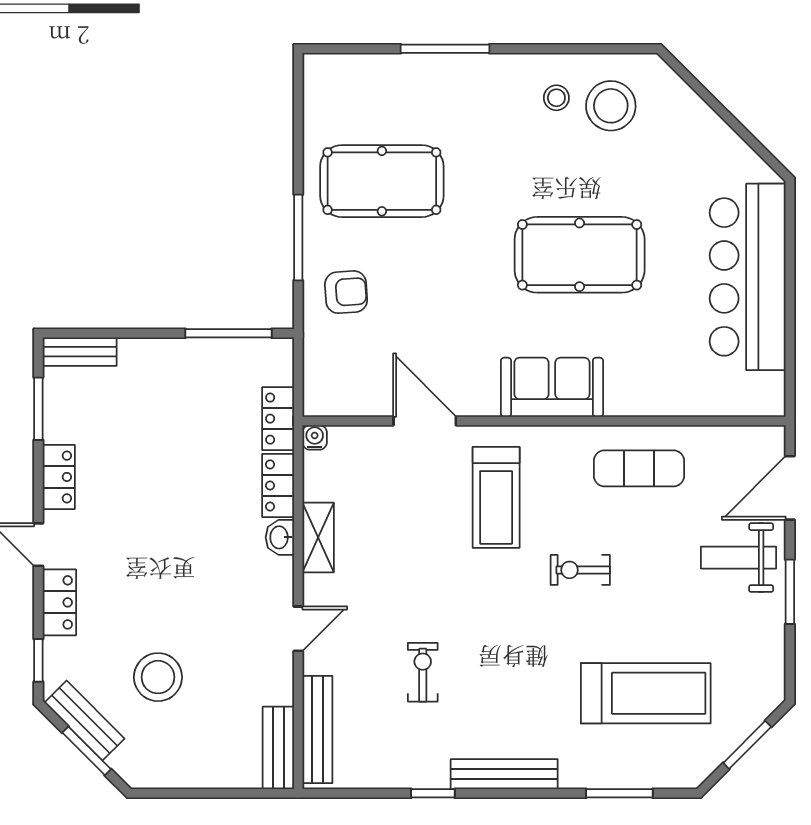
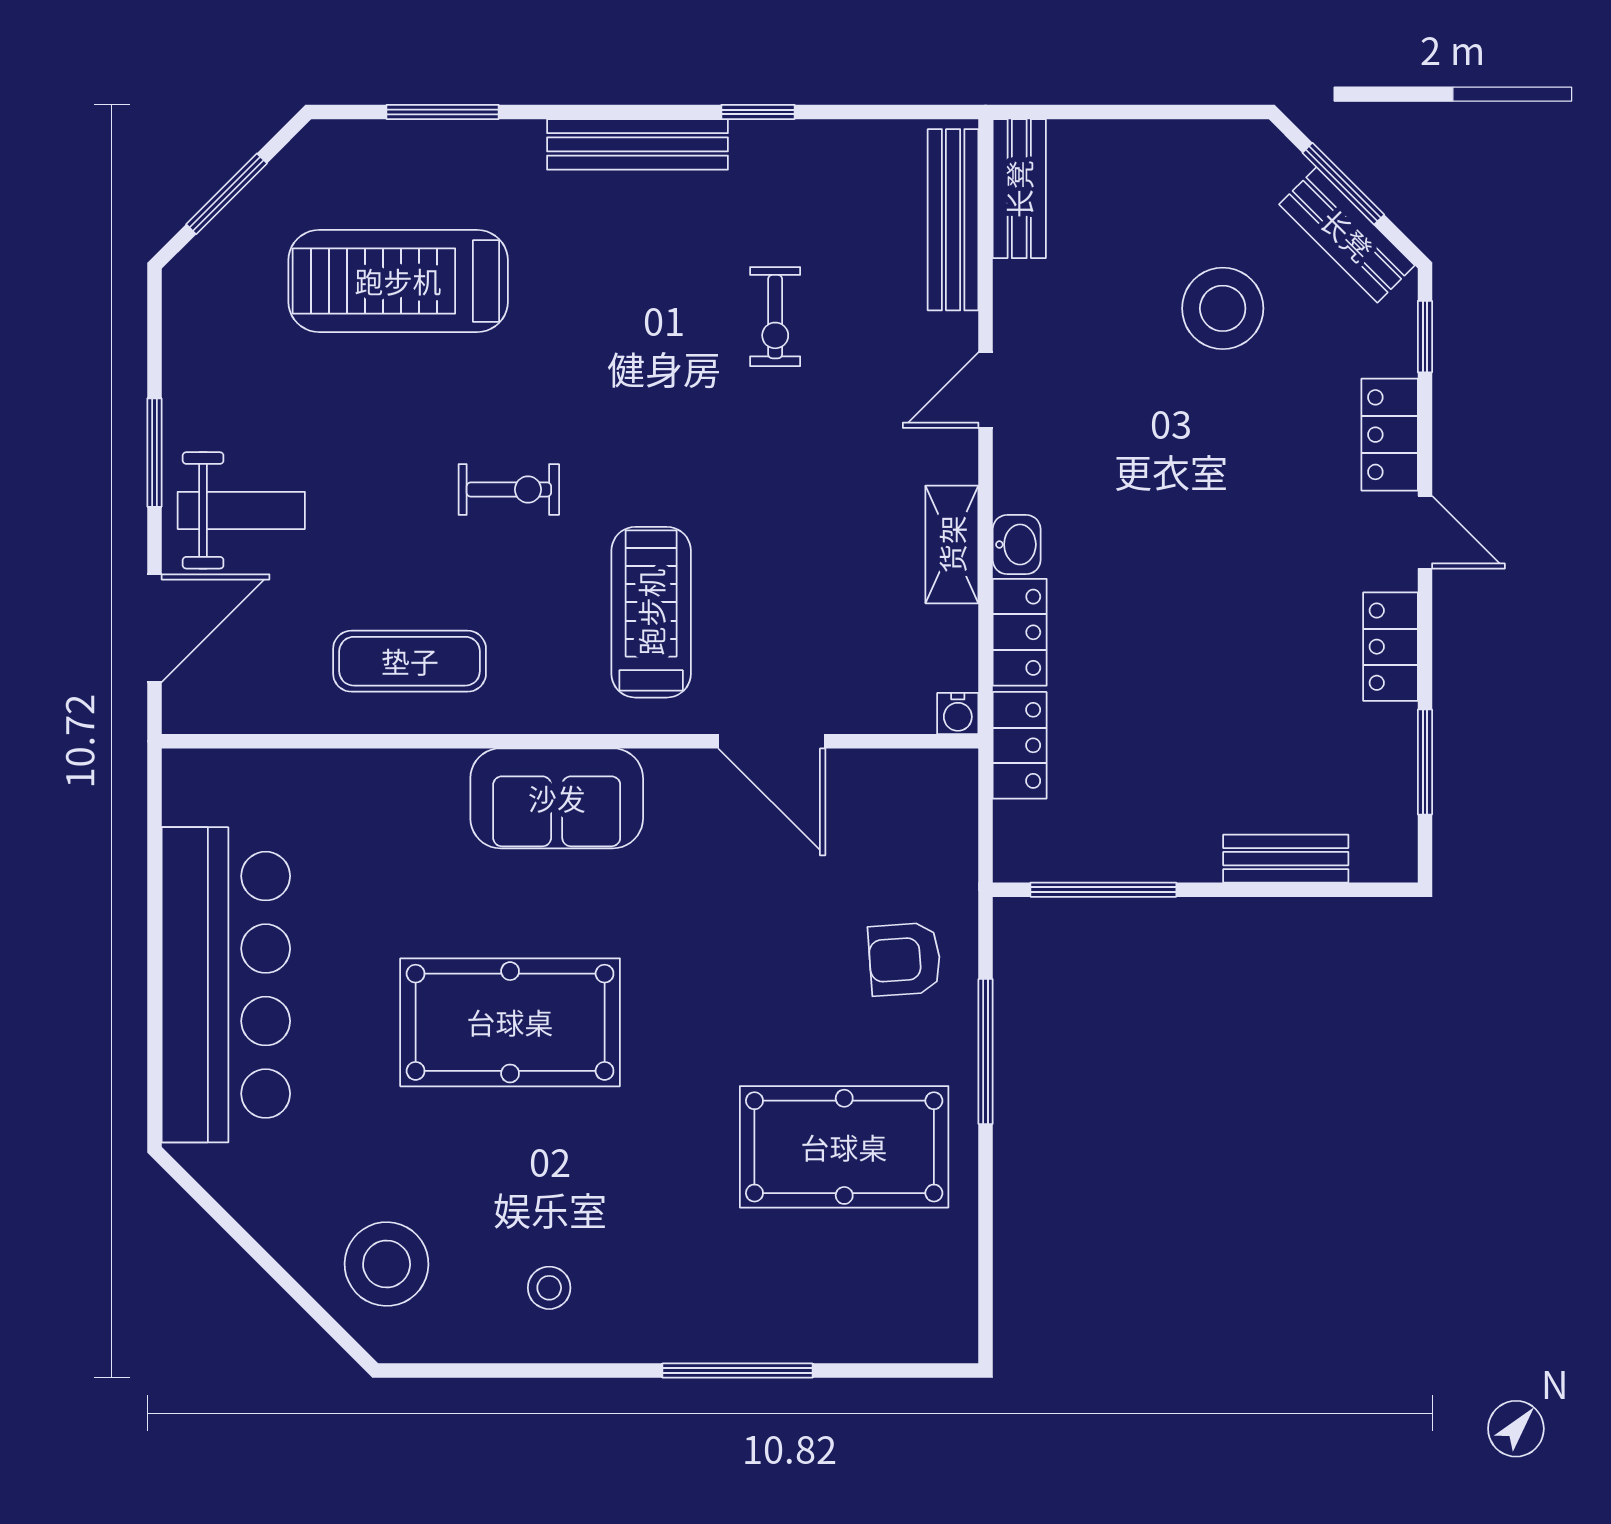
stool: (611, 106) -> (387, 1264), moved
bench: (80, 352) -> (1286, 859), moved

